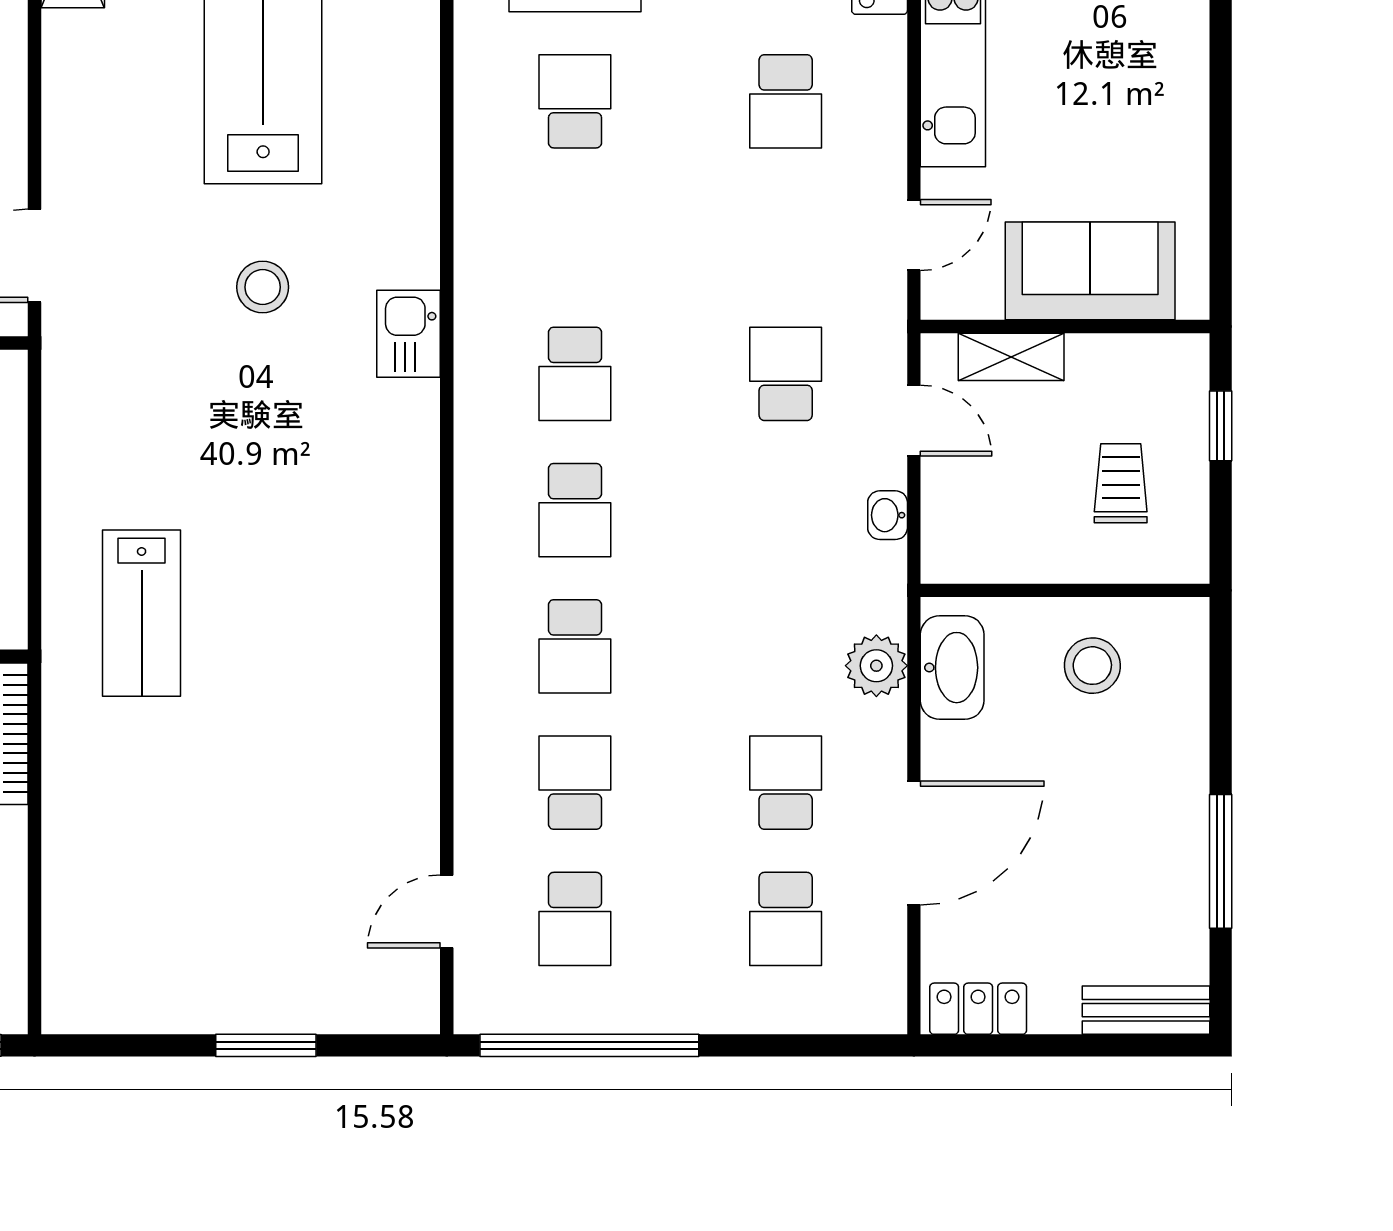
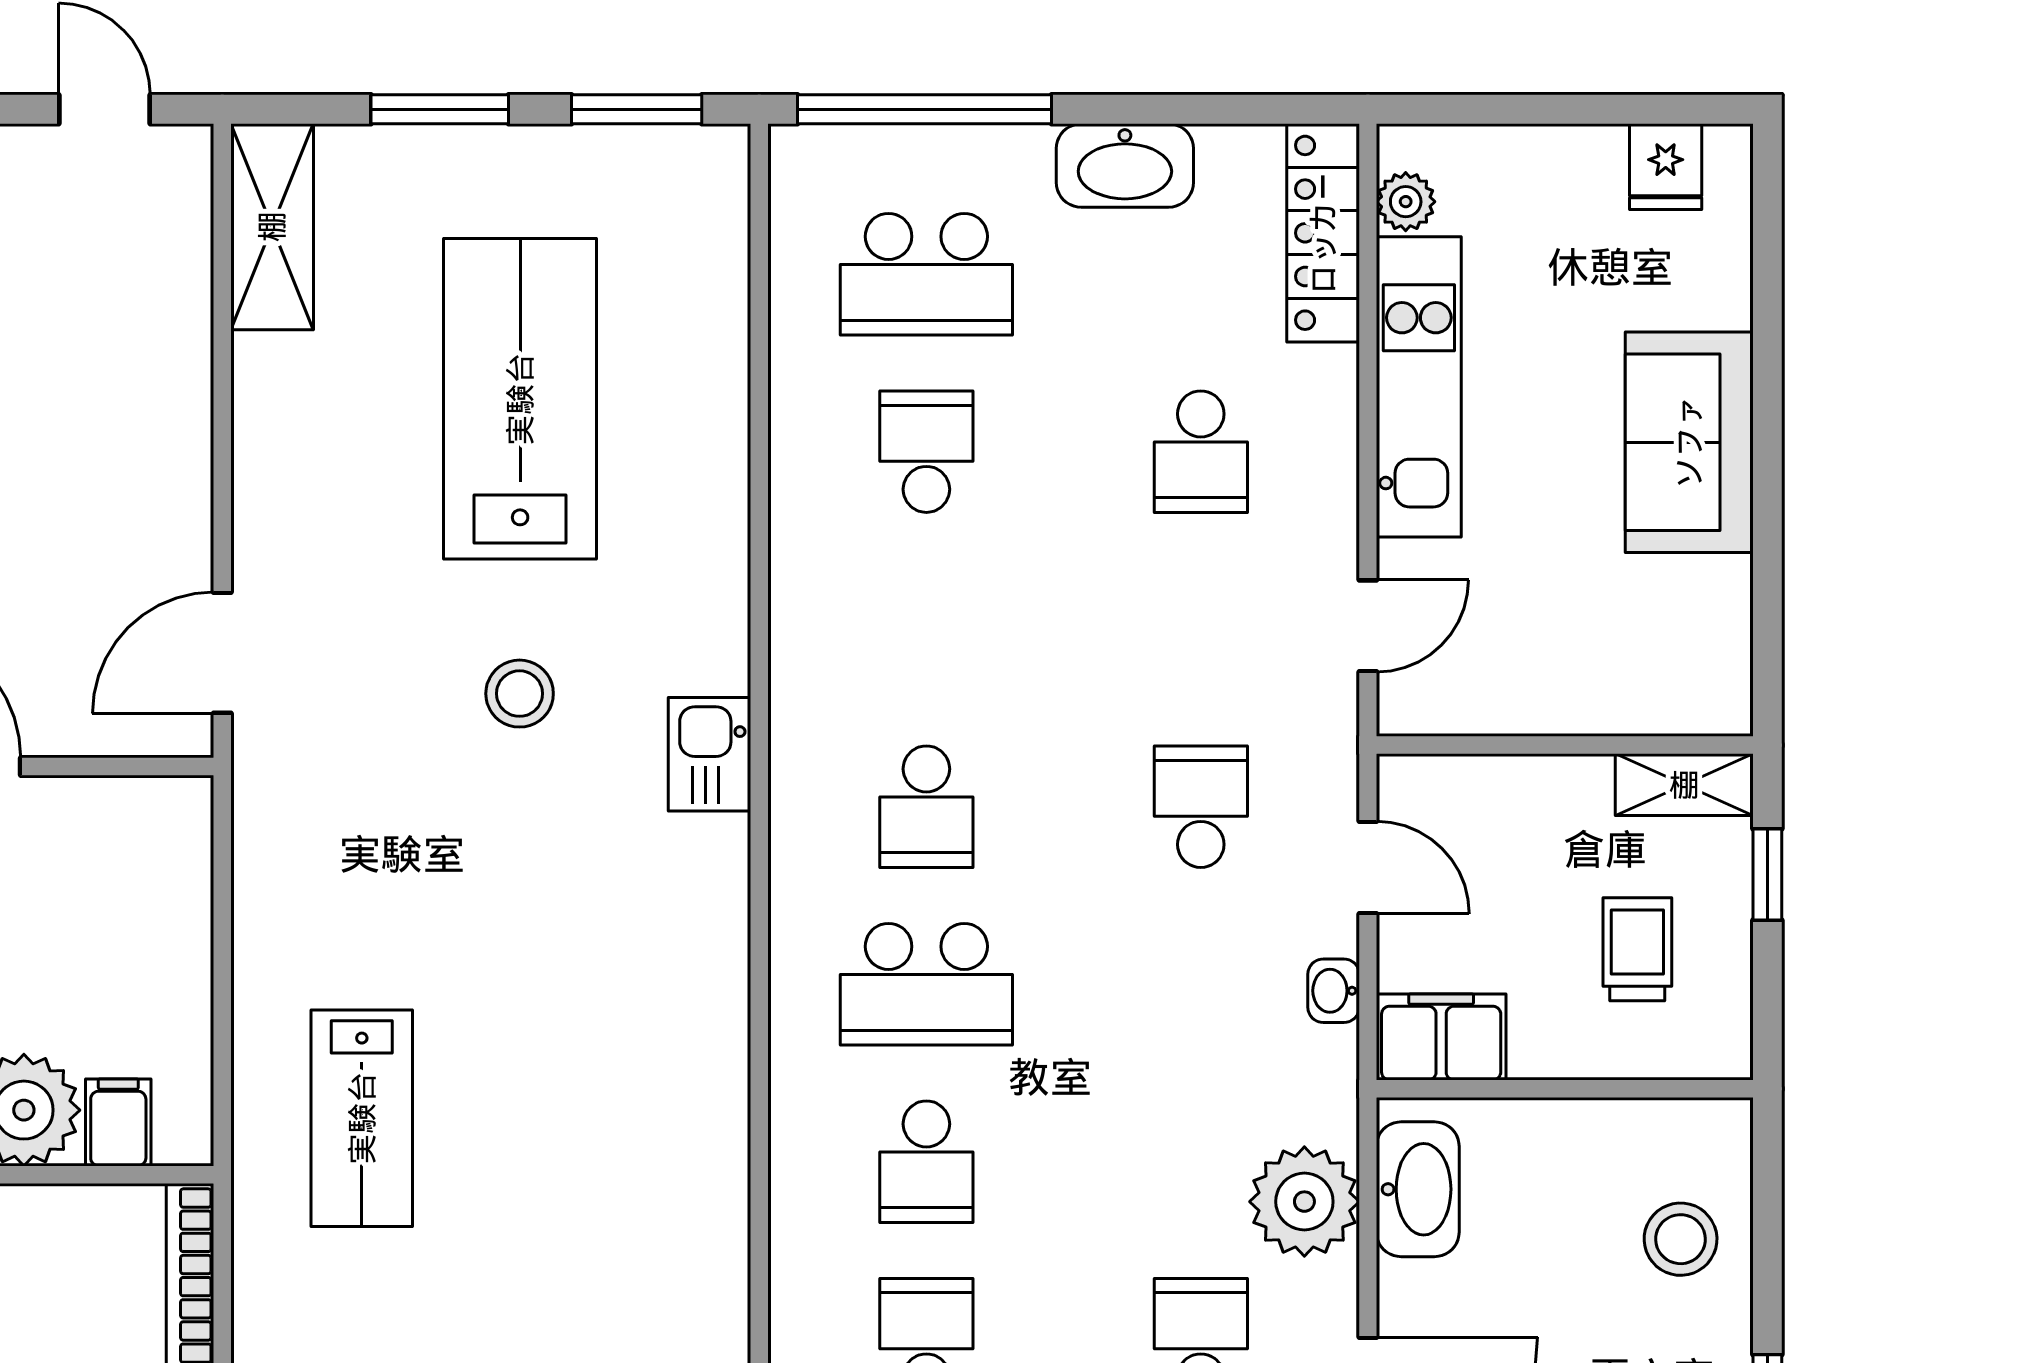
sofa: (1090, 271) -> (1689, 442), moved, turned -90
shelving: (1011, 357) -> (1684, 785), moved
school desk: (575, 510) -> (926, 984), width x1.85
filing cabinet: (970, 551) -> (1441, 1037), added
plant: (876, 666) -> (1304, 1202), width x1.36, depth x1.36
stool: (1092, 666) -> (1681, 1239), moved

